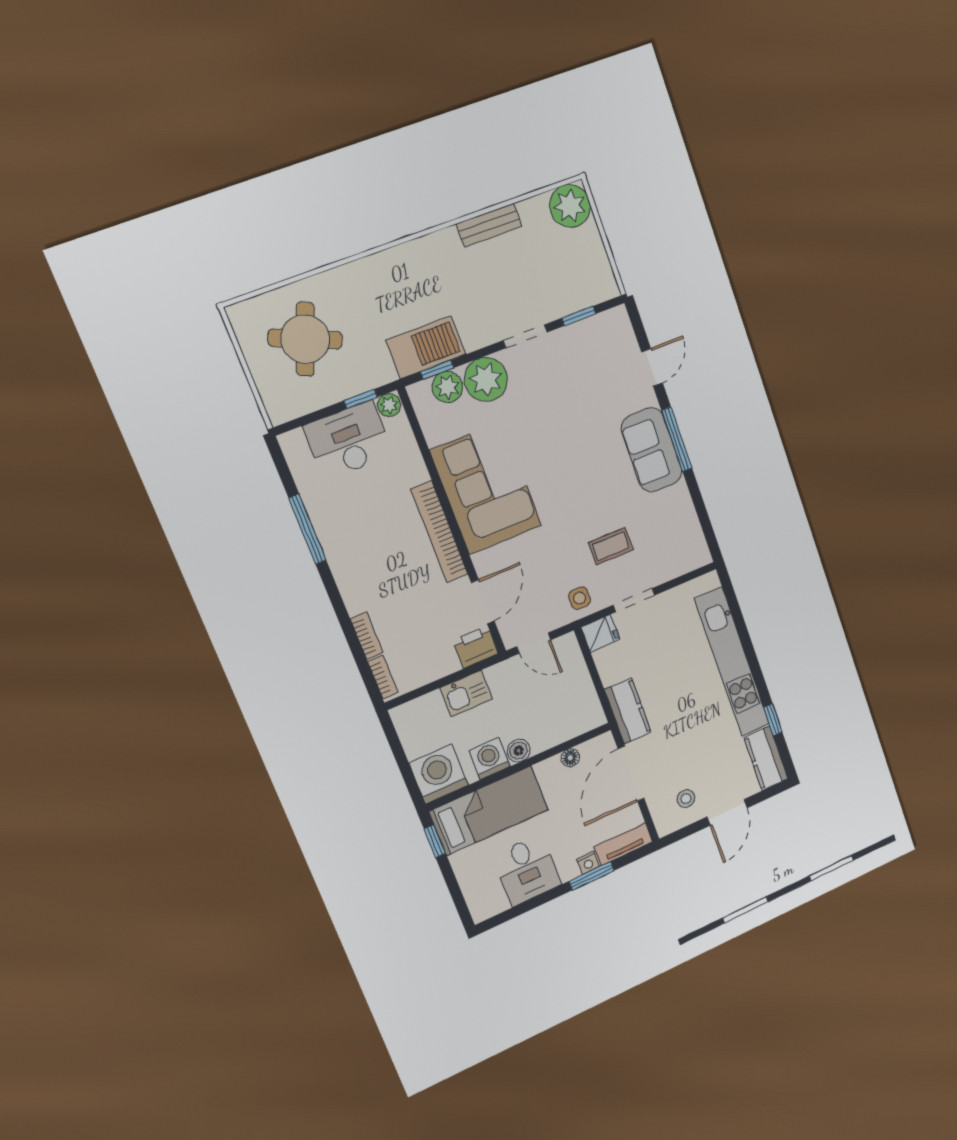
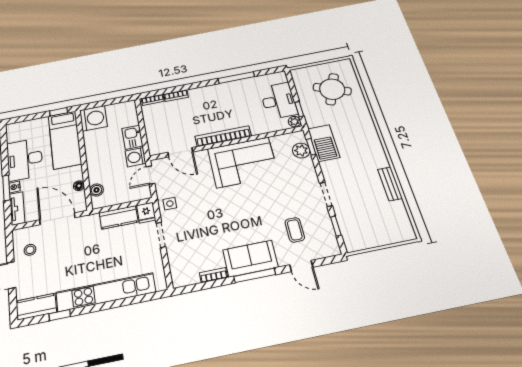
plant: (570, 206) -> (401, 230), removed
plant: (486, 379) -> (303, 170), removed
bookcase: (685, 504) -> (214, 275), added
coffee table: (611, 546) -> (295, 230), moved
printer: (476, 647) -> (156, 145), removed
kitchen counter: (628, 711) -> (119, 217), moved
boiler: (519, 751) -> (96, 190), moved
washing machine: (490, 759) -> (136, 157), moved, turned 180
desk: (527, 870) -> (25, 159), width x1.37

